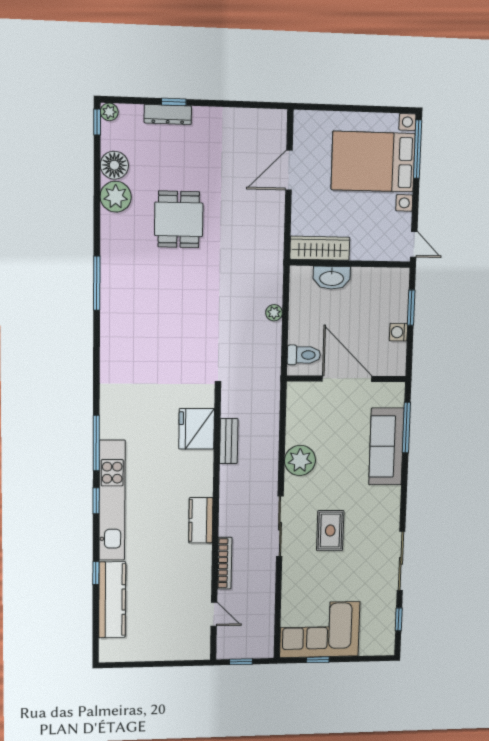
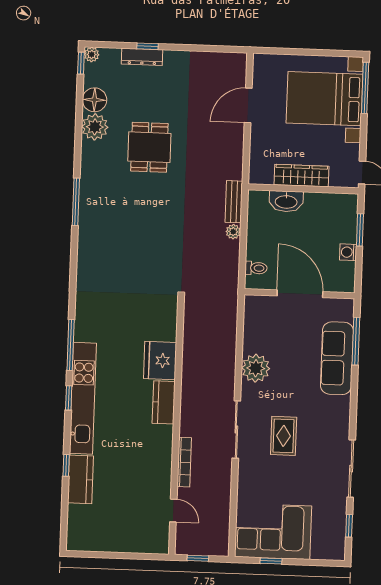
wardrobe: (320, 248) -> (301, 176), moved
toilet: (304, 355) -> (256, 268), width x0.73, depth x0.72
fridge: (197, 429) -> (160, 361), moved
bench: (229, 441) -> (234, 202), moved
kitchen counter: (201, 520) -> (164, 402), moved
kitchen counter: (112, 600) -> (80, 479), width x0.67

